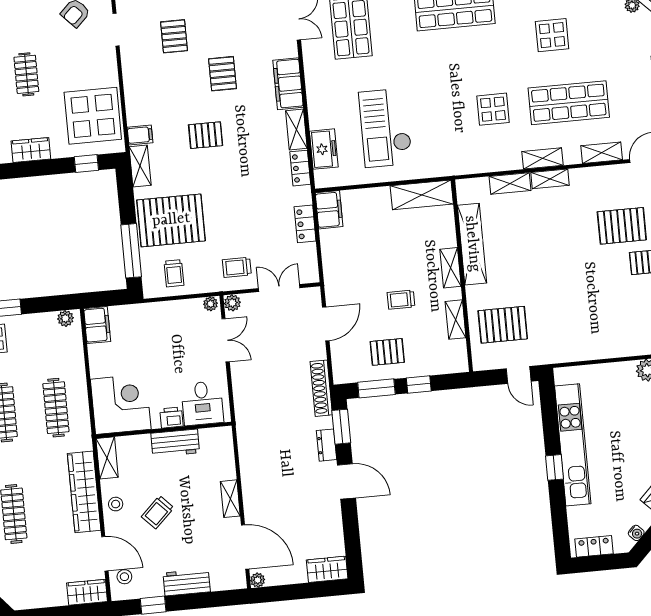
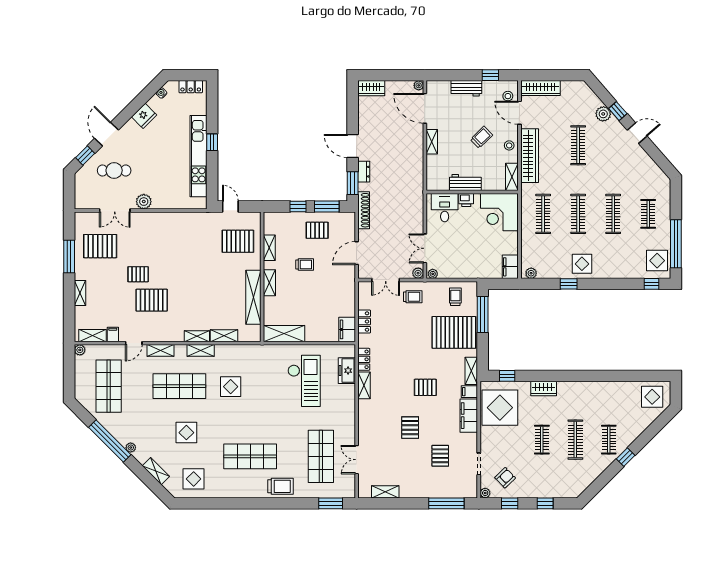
filing cabinet: (288, 84) -> (469, 416), moved, turned 180
wardrobe: (87, 592) -> (540, 88), width x1.50

